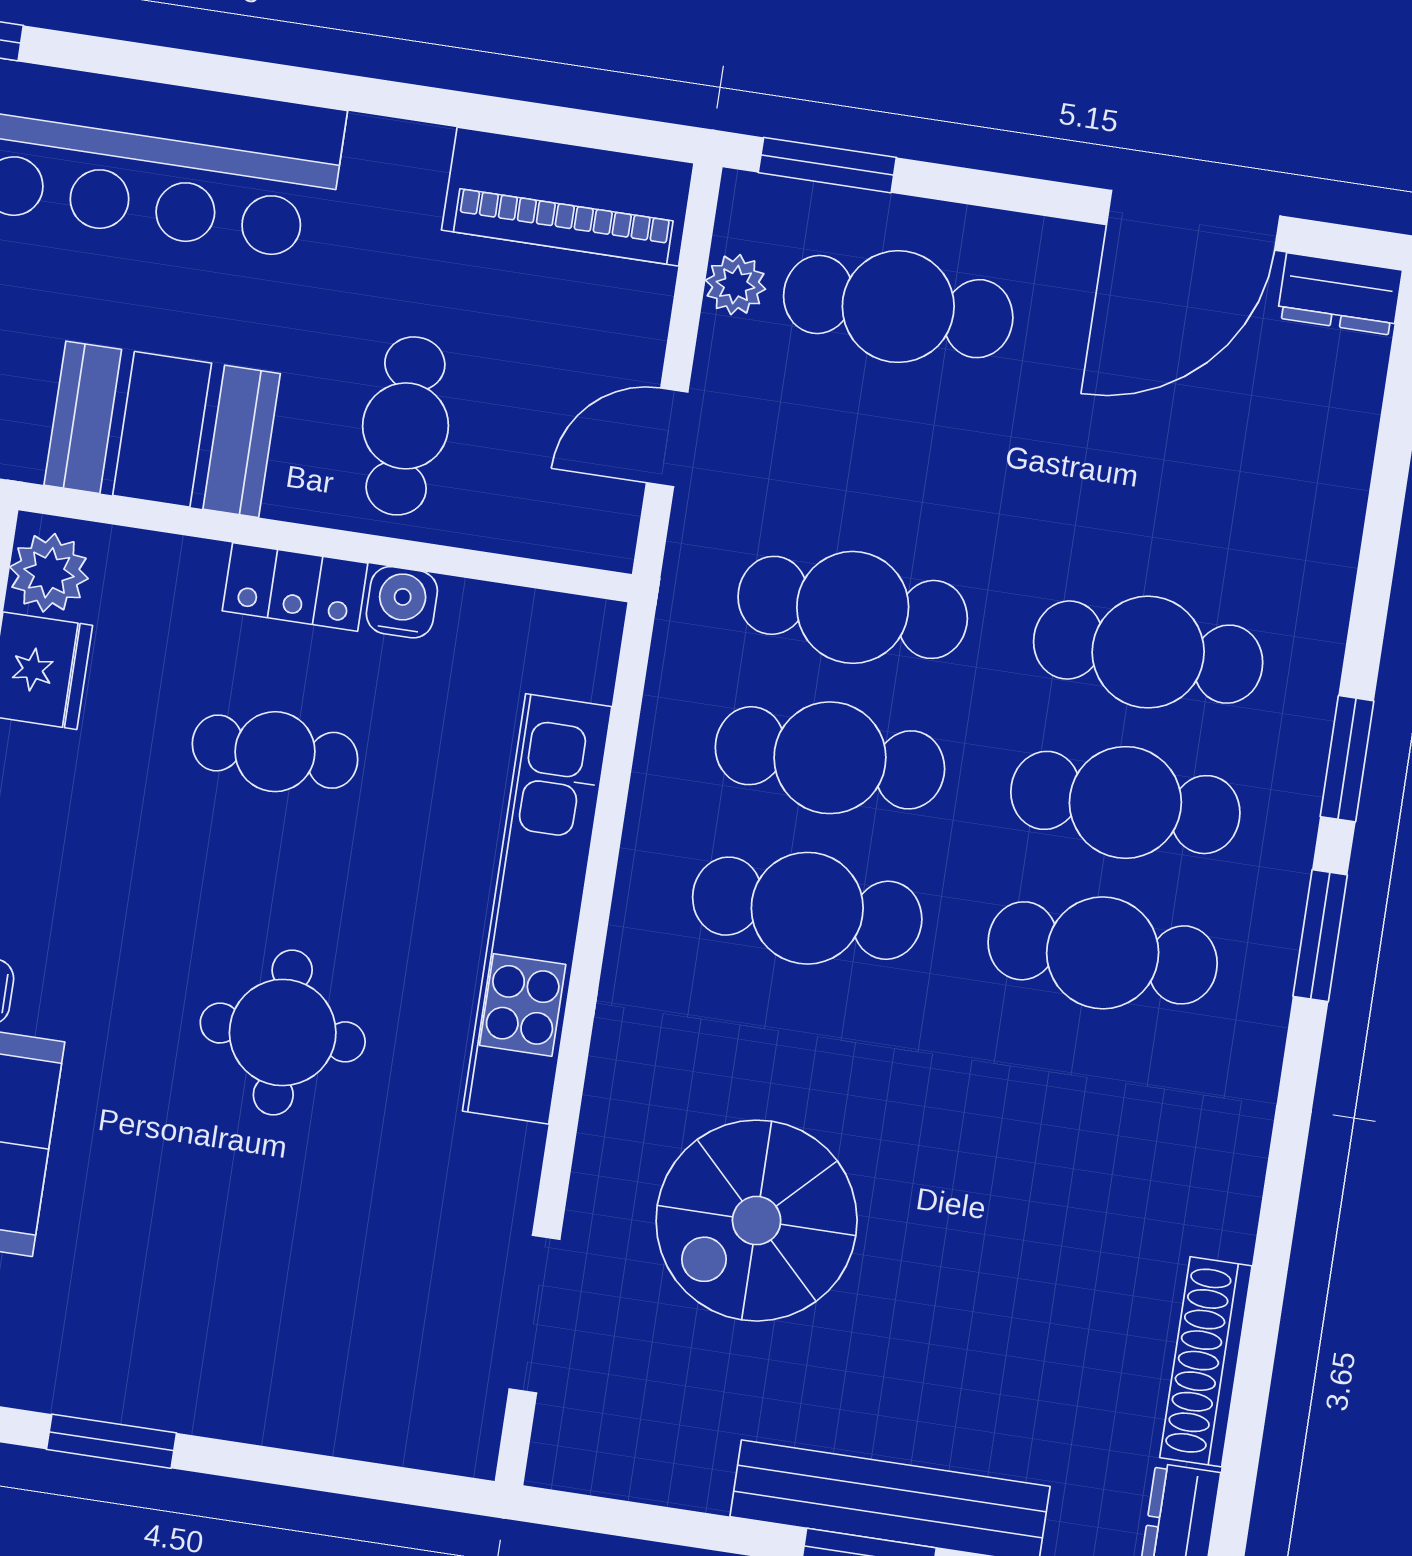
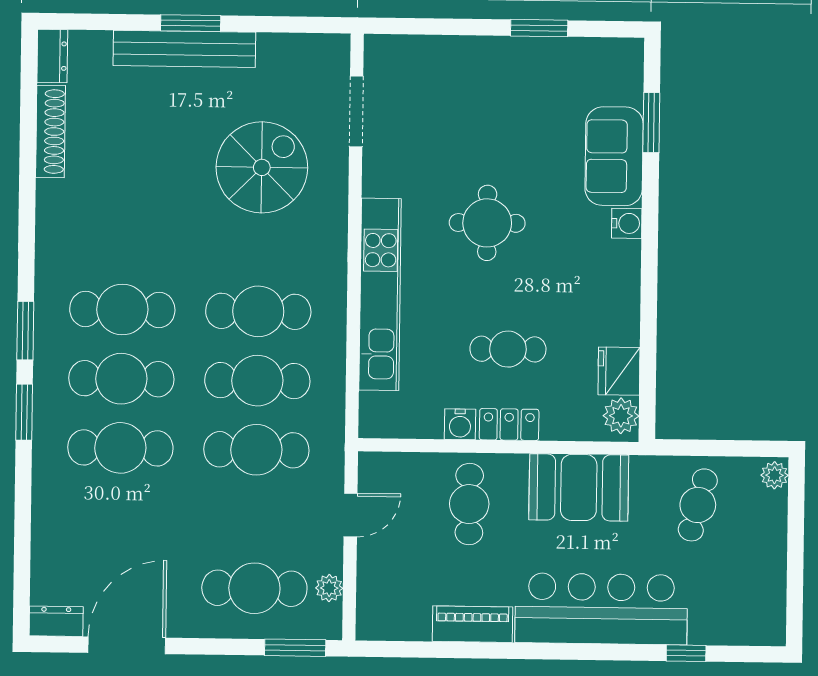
piano: (568, 197) -> (472, 624), moved, width x0.73, depth x0.75

